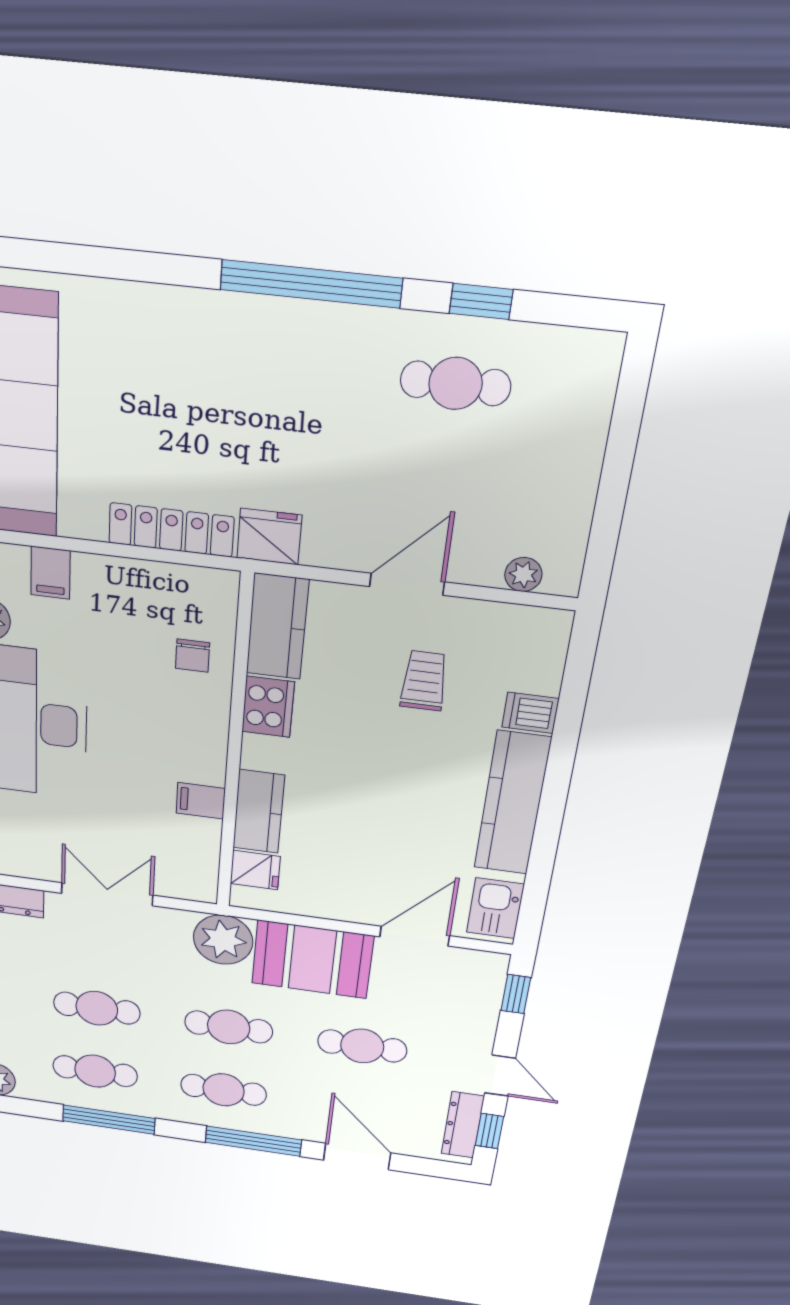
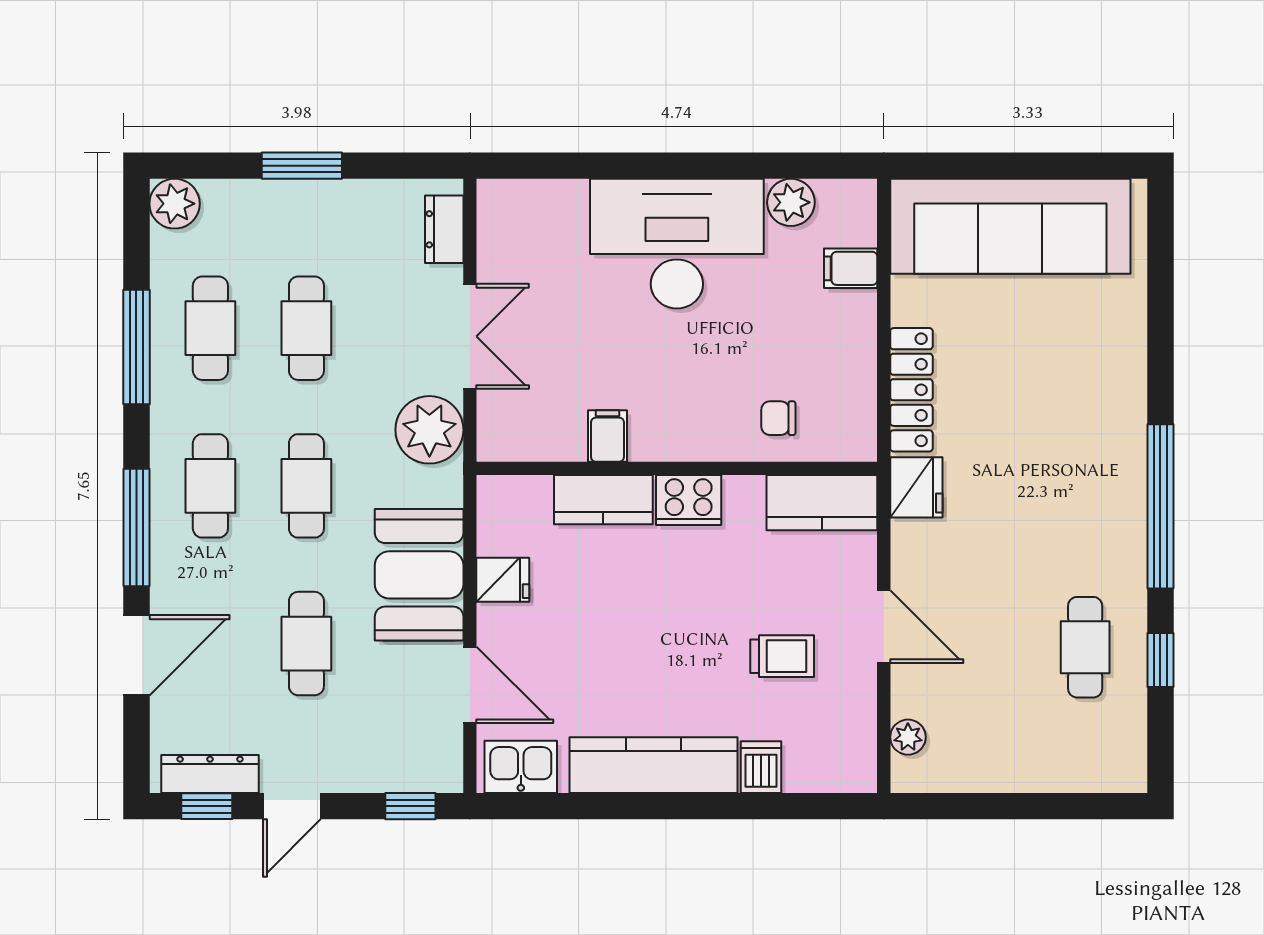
cooker: (268, 707) -> (689, 500), moved
fridge: (255, 870) -> (503, 580), moved, turned -90
plant: (223, 940) -> (429, 430), moved

